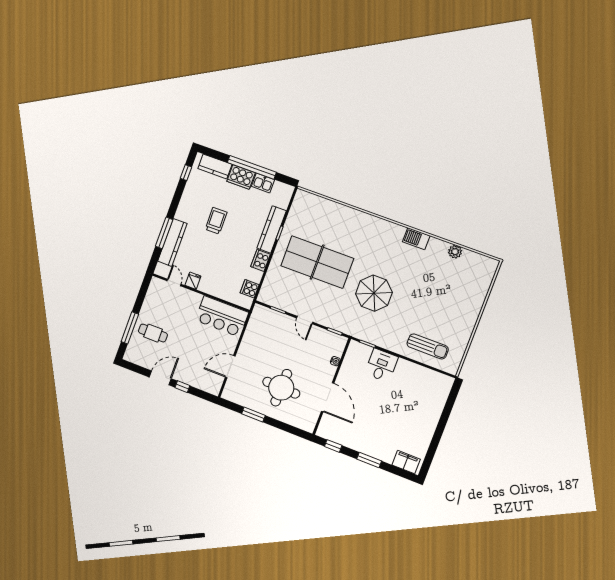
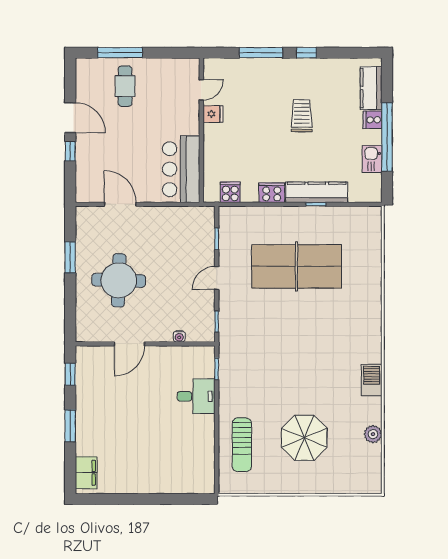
window: (186, 173) -> (306, 53), moved
cooker: (241, 177) -> (373, 120), width x0.53, depth x0.76
trolley: (216, 221) -> (302, 116), turned -89
kitchen counter: (172, 242) -> (253, 68), removed
table tennis table: (317, 262) -> (296, 266), turned 90
parasol: (374, 293) -> (304, 438), moved
door: (328, 397) -> (129, 344), width x0.73

